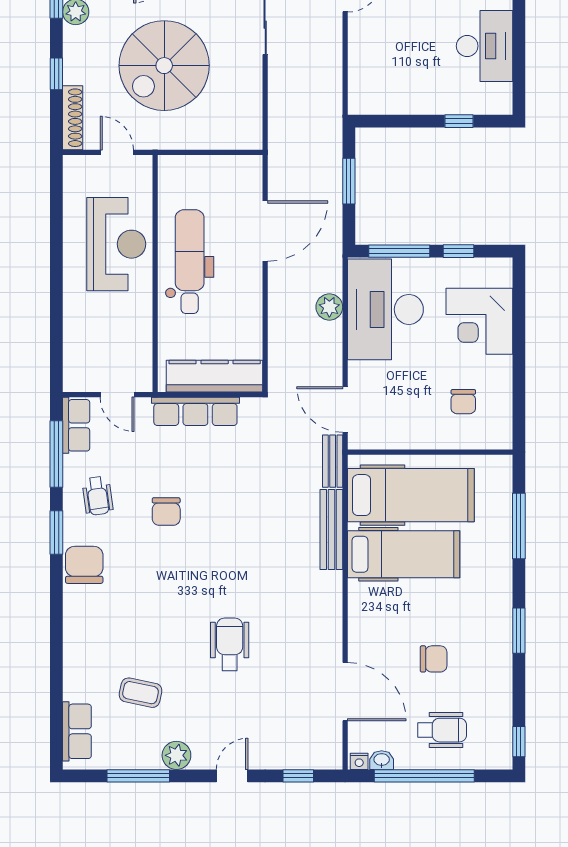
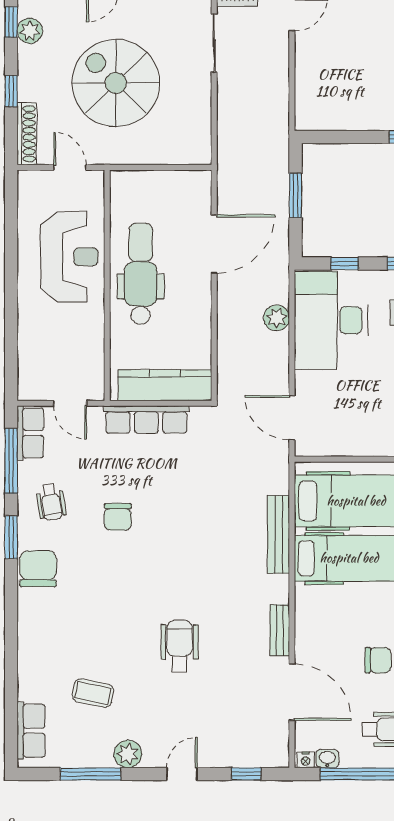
spiral stairs: (164, 66) -> (116, 83), turned 90
window: (399, 251) -> (345, 263), width x0.46
bench: (333, 461) -> (280, 630), moved

